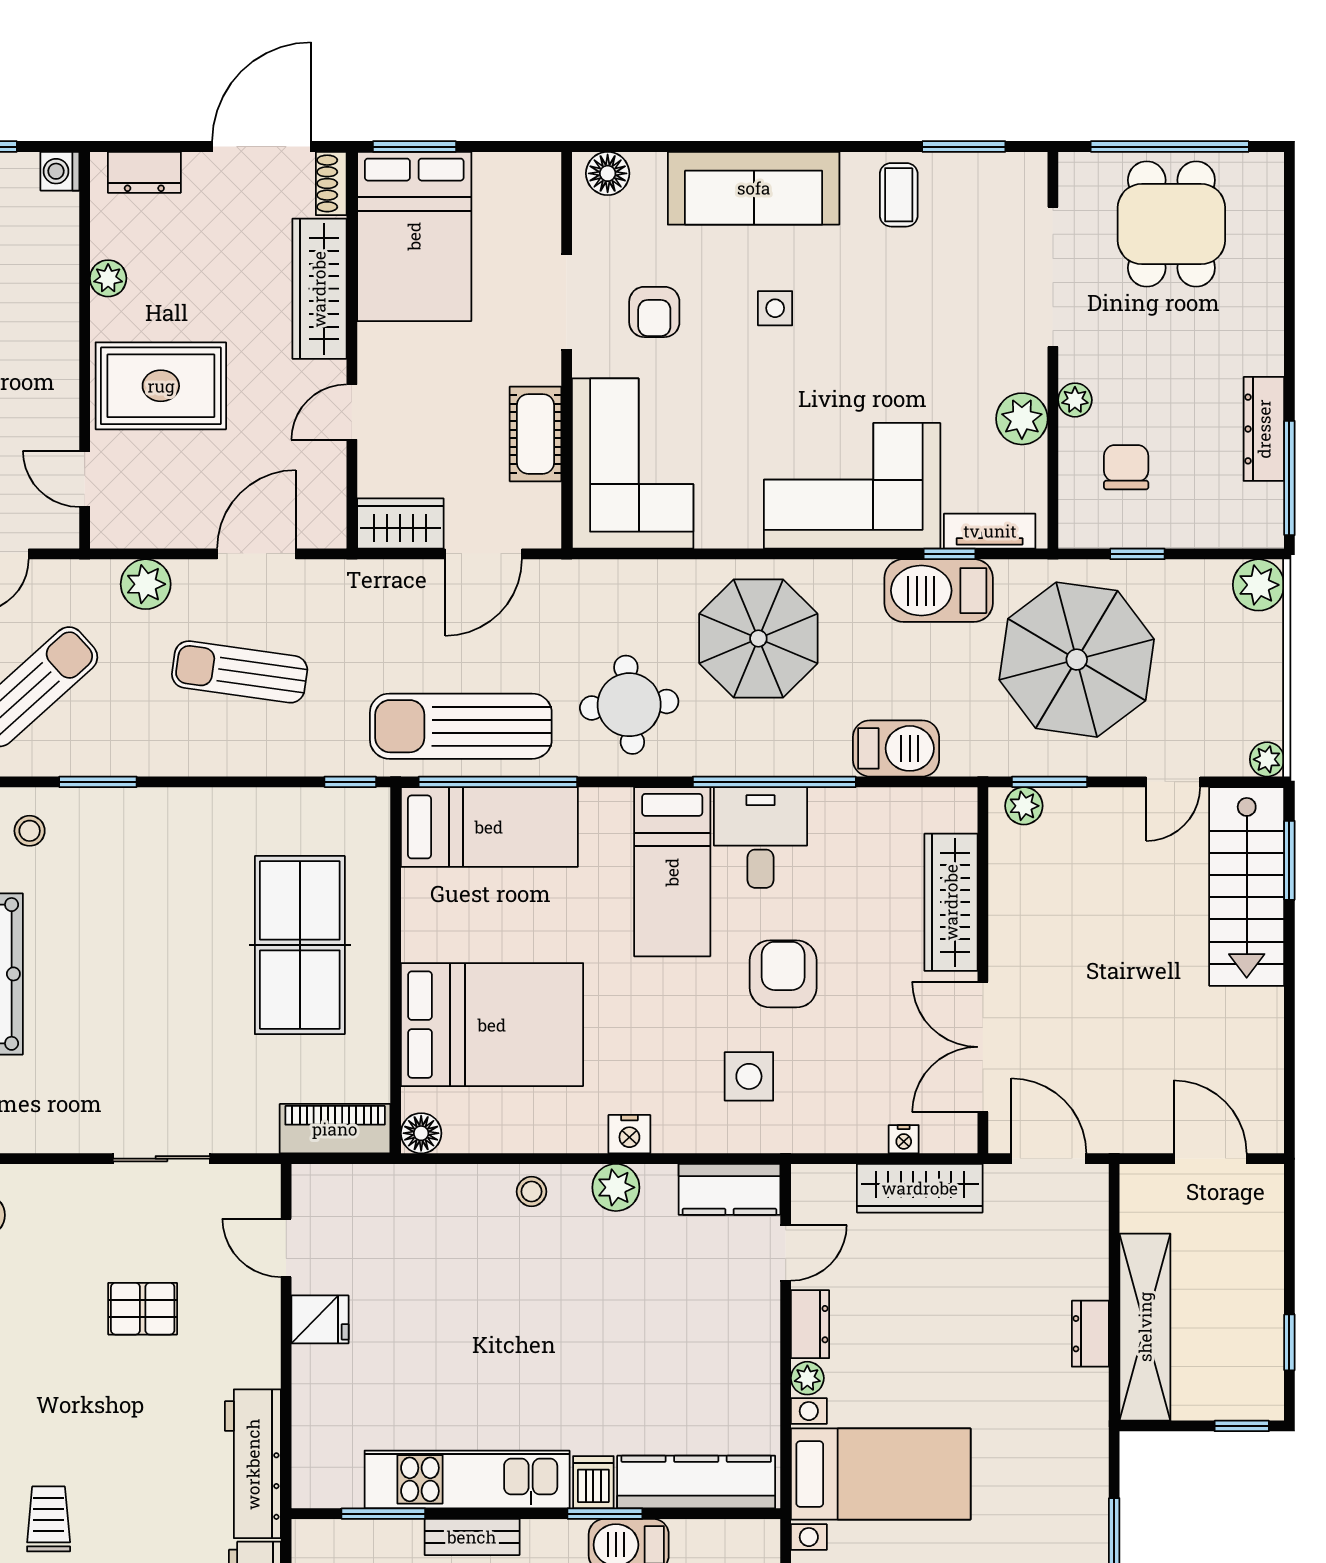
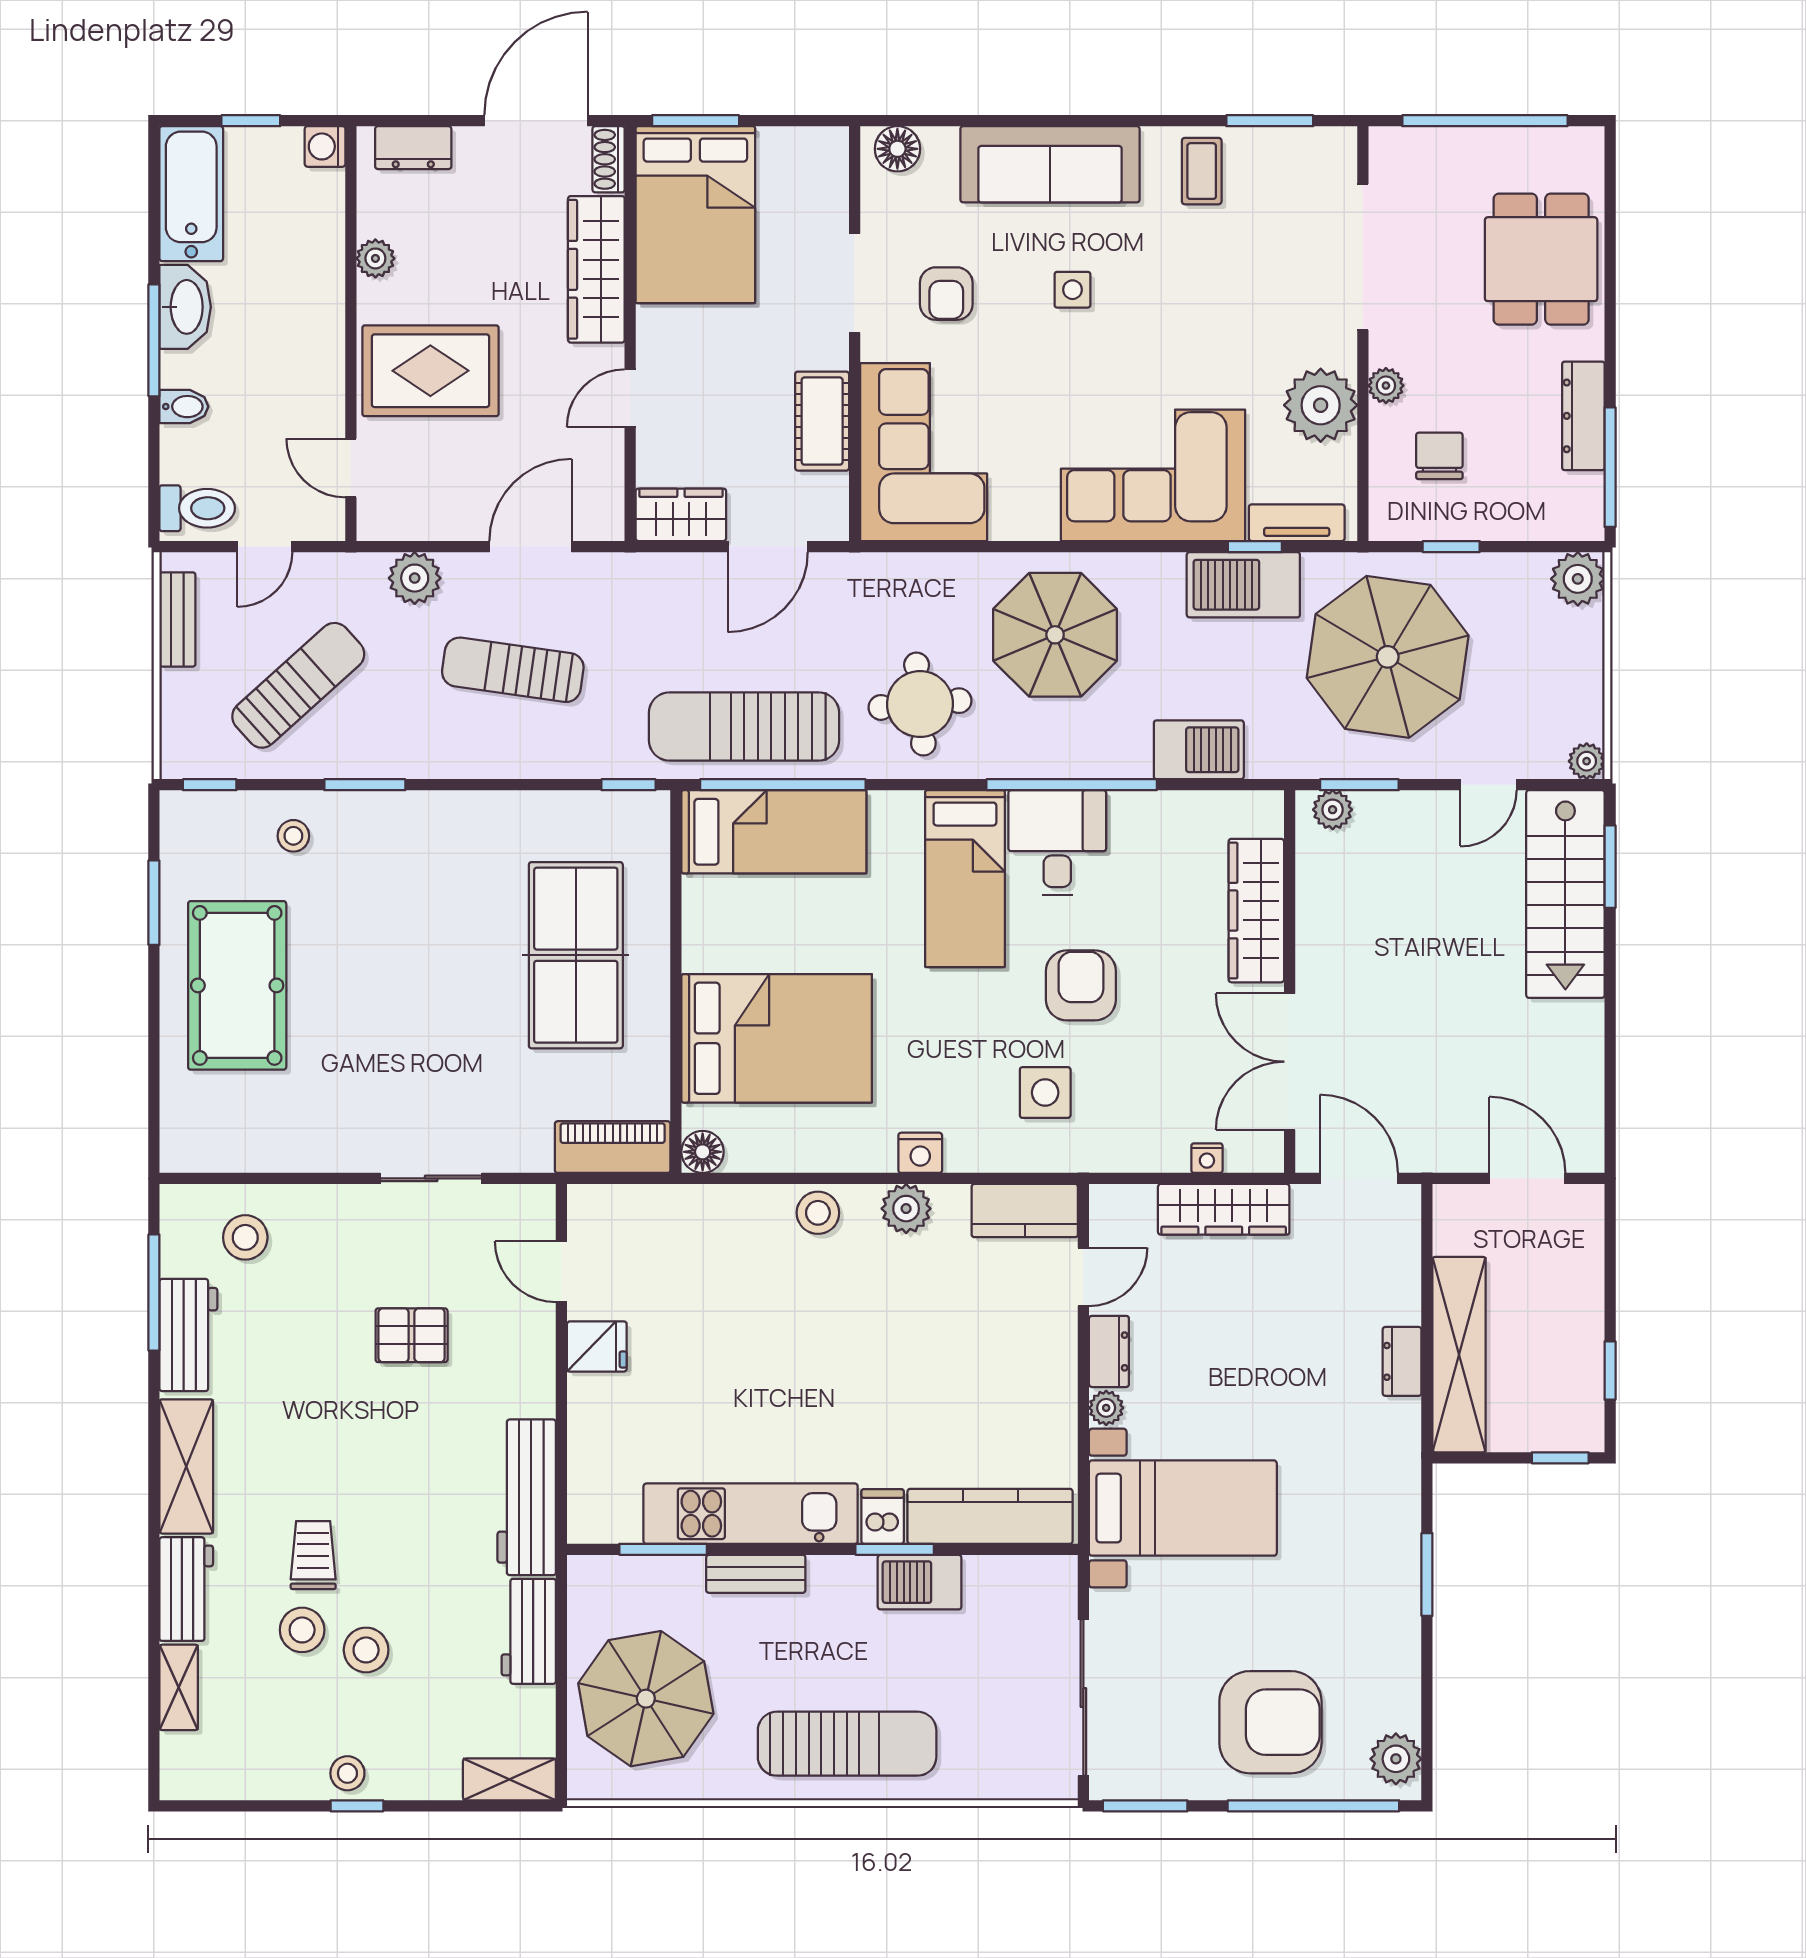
dining table: (1171, 224) -> (1541, 259), moved
plant: (1022, 419) -> (1321, 405), width x1.36, depth x1.36
stool: (531, 1192) -> (818, 1213), width x1.37, depth x1.37

